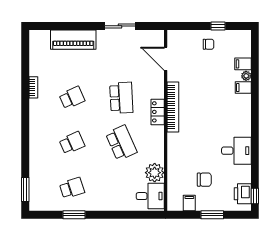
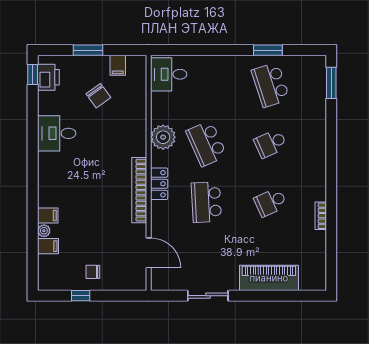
plant: (155, 173) -> (163, 137), moved
chair: (204, 180) -> (98, 96), turned -126
school desk: (72, 188) -> (271, 85), width x1.85

